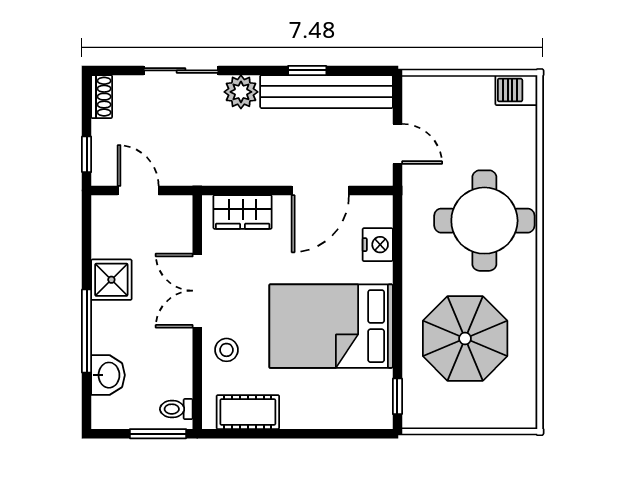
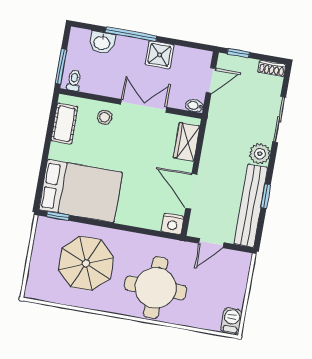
bidet: (183, 210) -> (194, 106), added
nightstand: (378, 245) -> (172, 224), moved
bed: (331, 326) -> (81, 191), moved, turned 90

